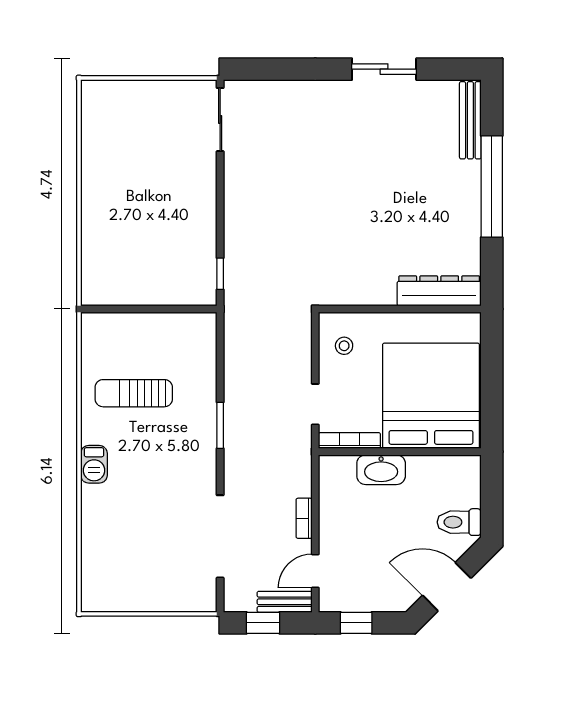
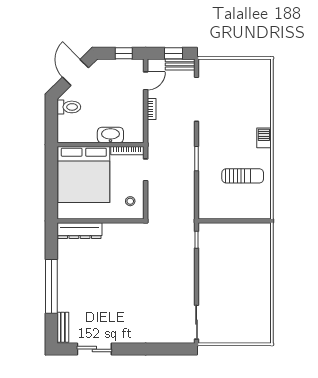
sliding door: (384, 69) -> (94, 349), moved
bench: (470, 120) -> (63, 327), width x0.73
door: (447, 587) -> (75, 72), swing flipped
bench: (285, 602) -> (180, 64), moved

